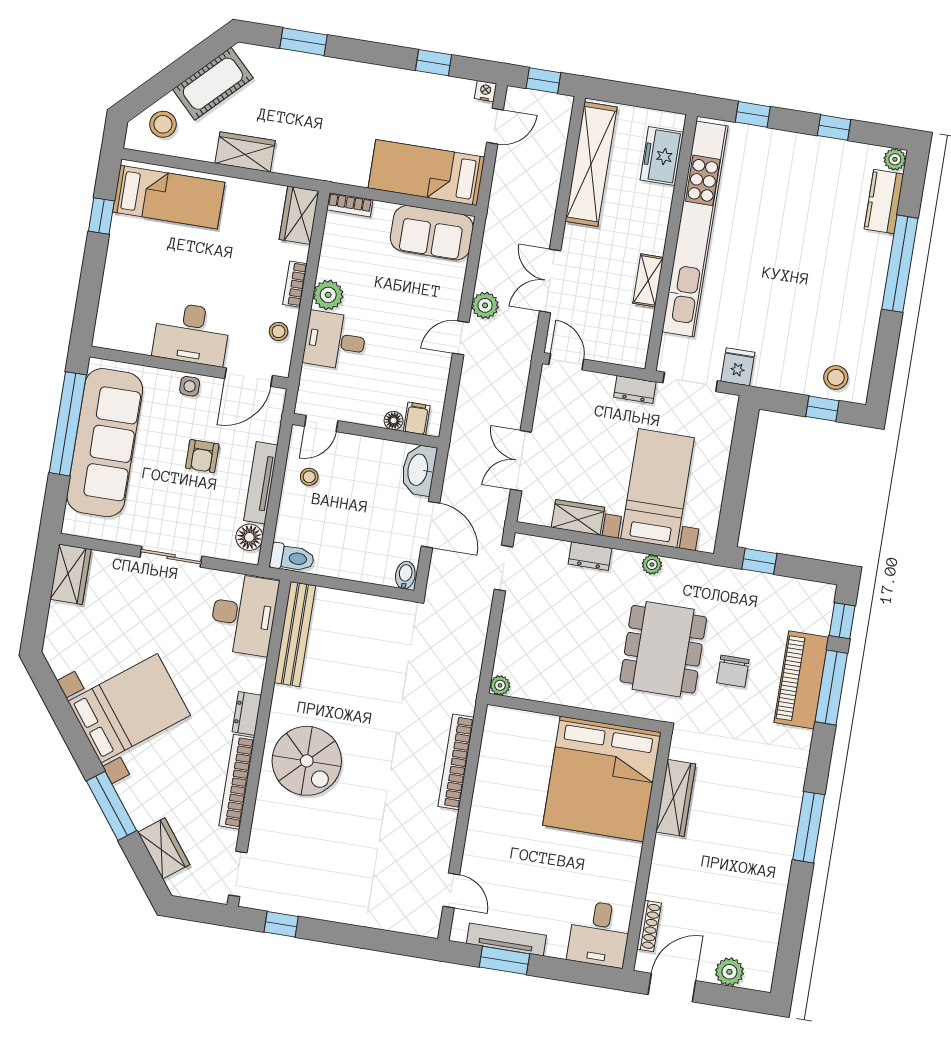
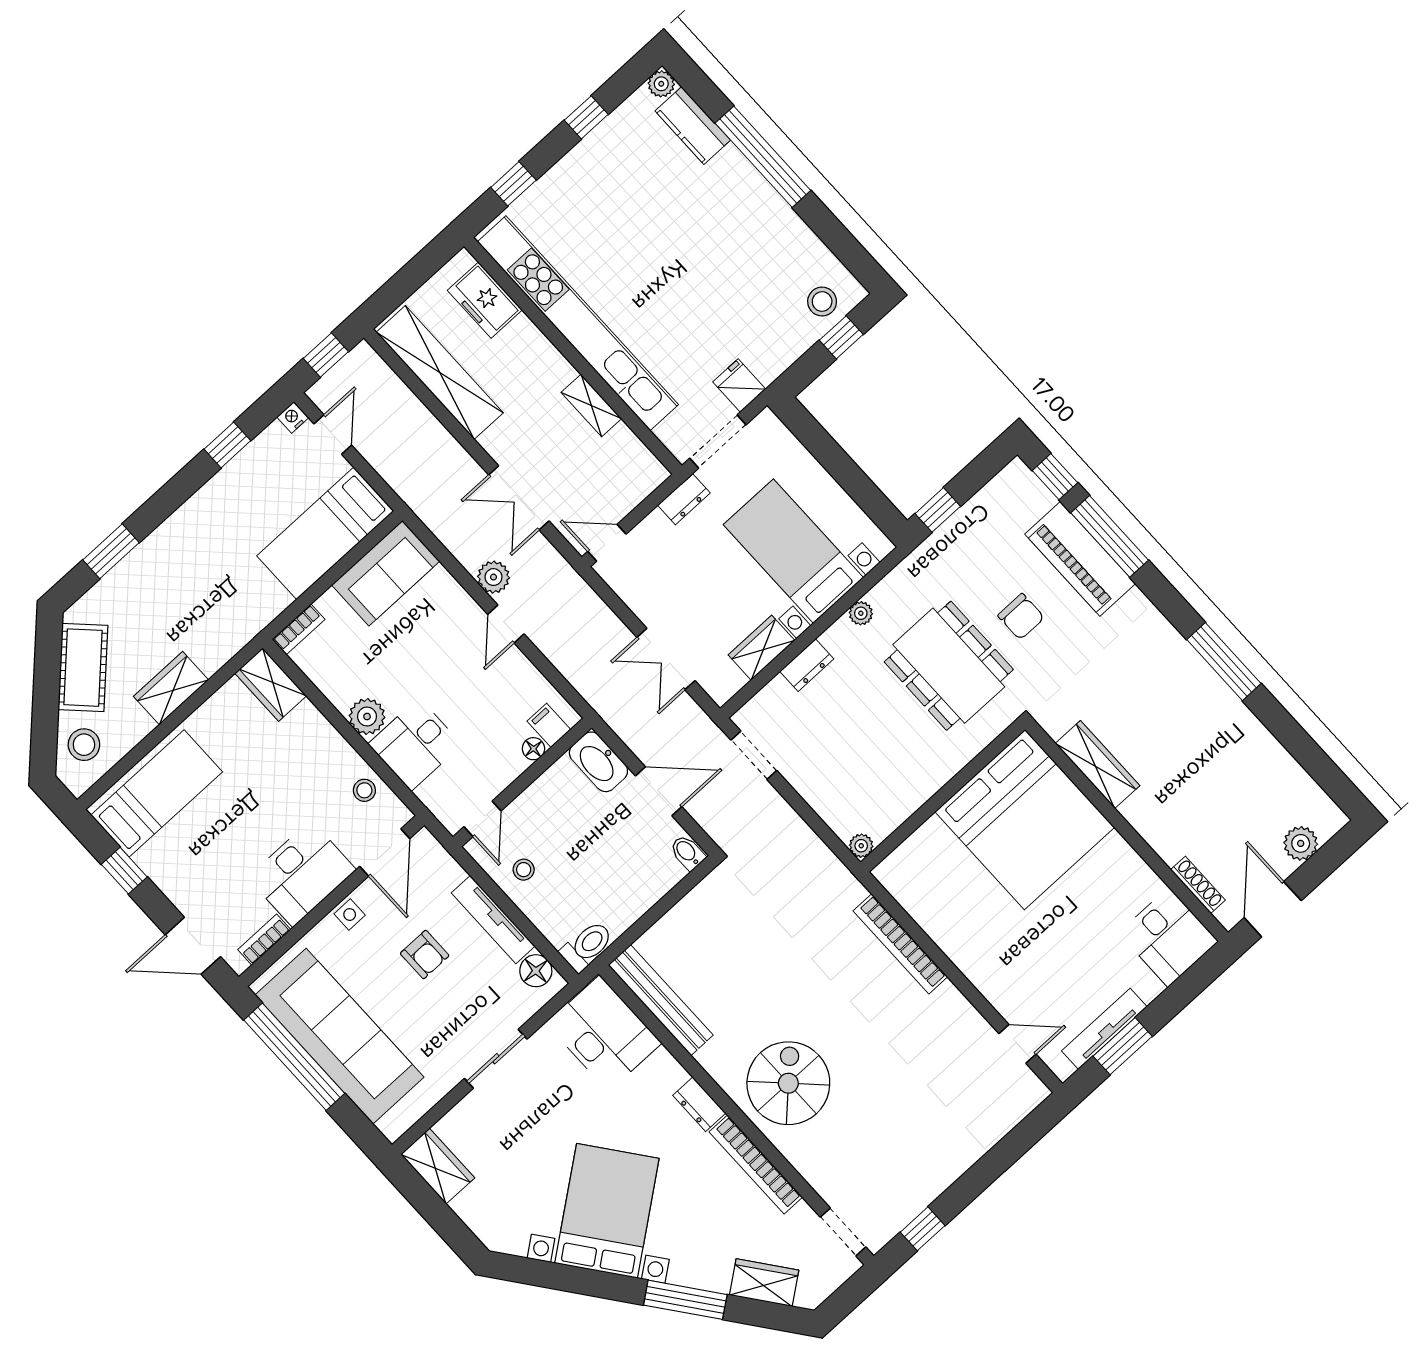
bookcase: (295, 284) -> (264, 940), moved, turned 90
door: (88, 300) -> (193, 946), added
spiral stairs: (307, 761) -> (788, 1083), turned -90

